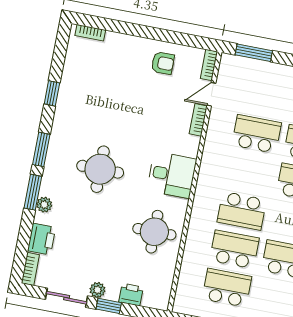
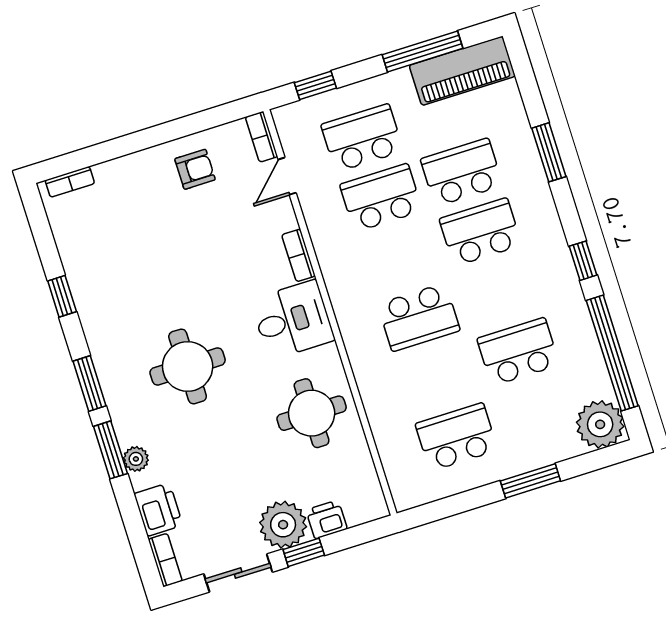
window: (254, 53) -> (315, 85), width x0.67
bookcase: (198, 120) -> (299, 255), moved
school desk: (234, 249) -> (362, 138), moved
plant: (98, 290) -> (283, 525), width x1.87, depth x1.87

